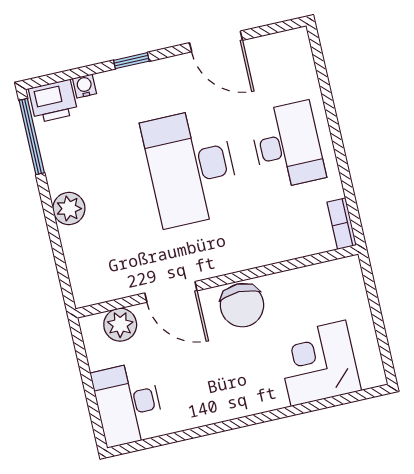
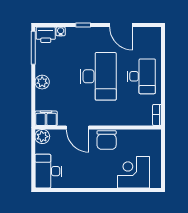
desk: (191, 167) -> (98, 76), turned 180
filing cabinet: (96, 287) -> (46, 118), added
plant: (120, 325) -> (42, 137), moved

